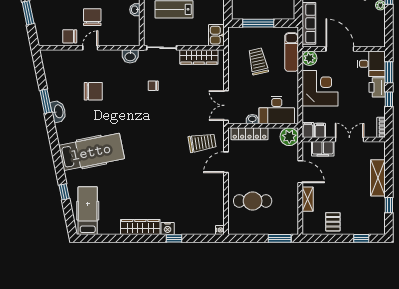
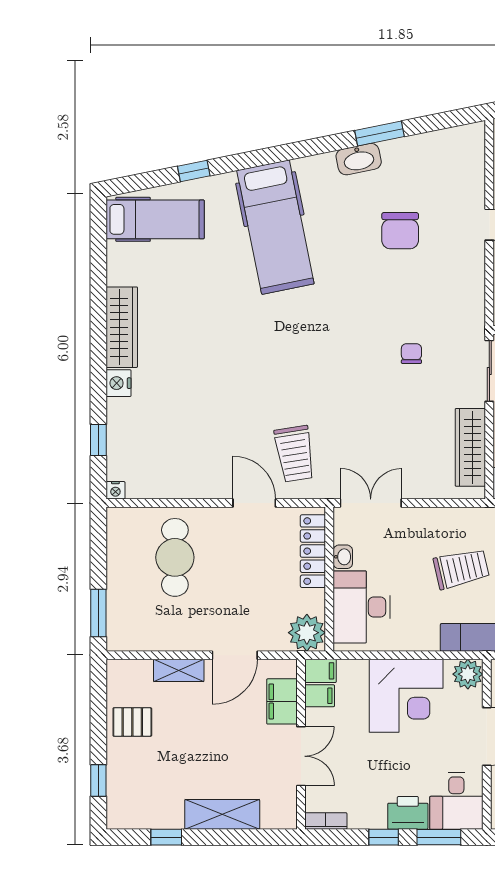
washbasin: (130, 56) -> (472, 306), removed
window: (174, 238) -> (98, 440), moved

